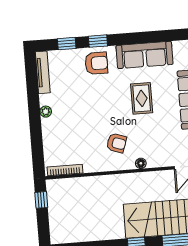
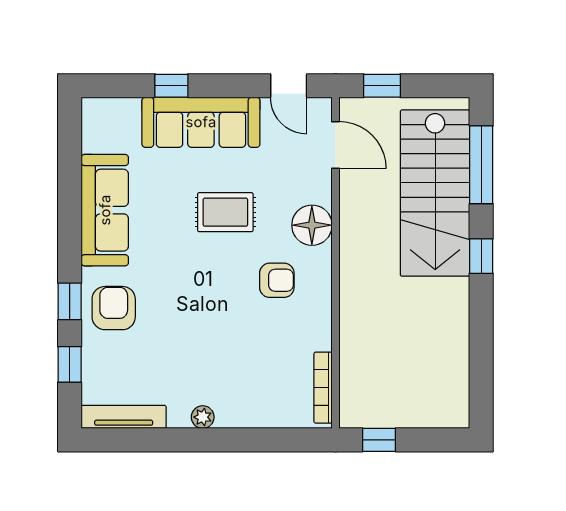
rug: (142, 98) -> (225, 212), moved
armchair: (116, 143) -> (277, 280), turned 71
floor lamp: (141, 163) -> (312, 225), width x1.89, depth x1.89

